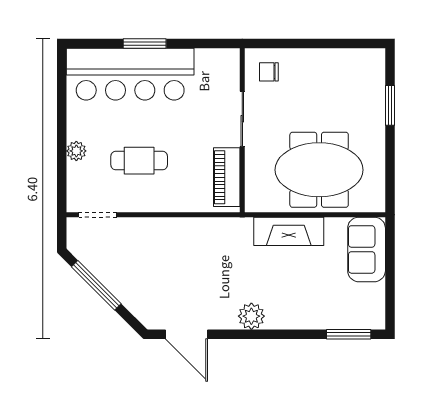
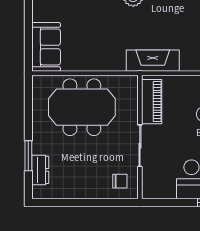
dresser: (374, 87) -> (40, 170), added
fireplace: (289, 231) -> (153, 61), moved

